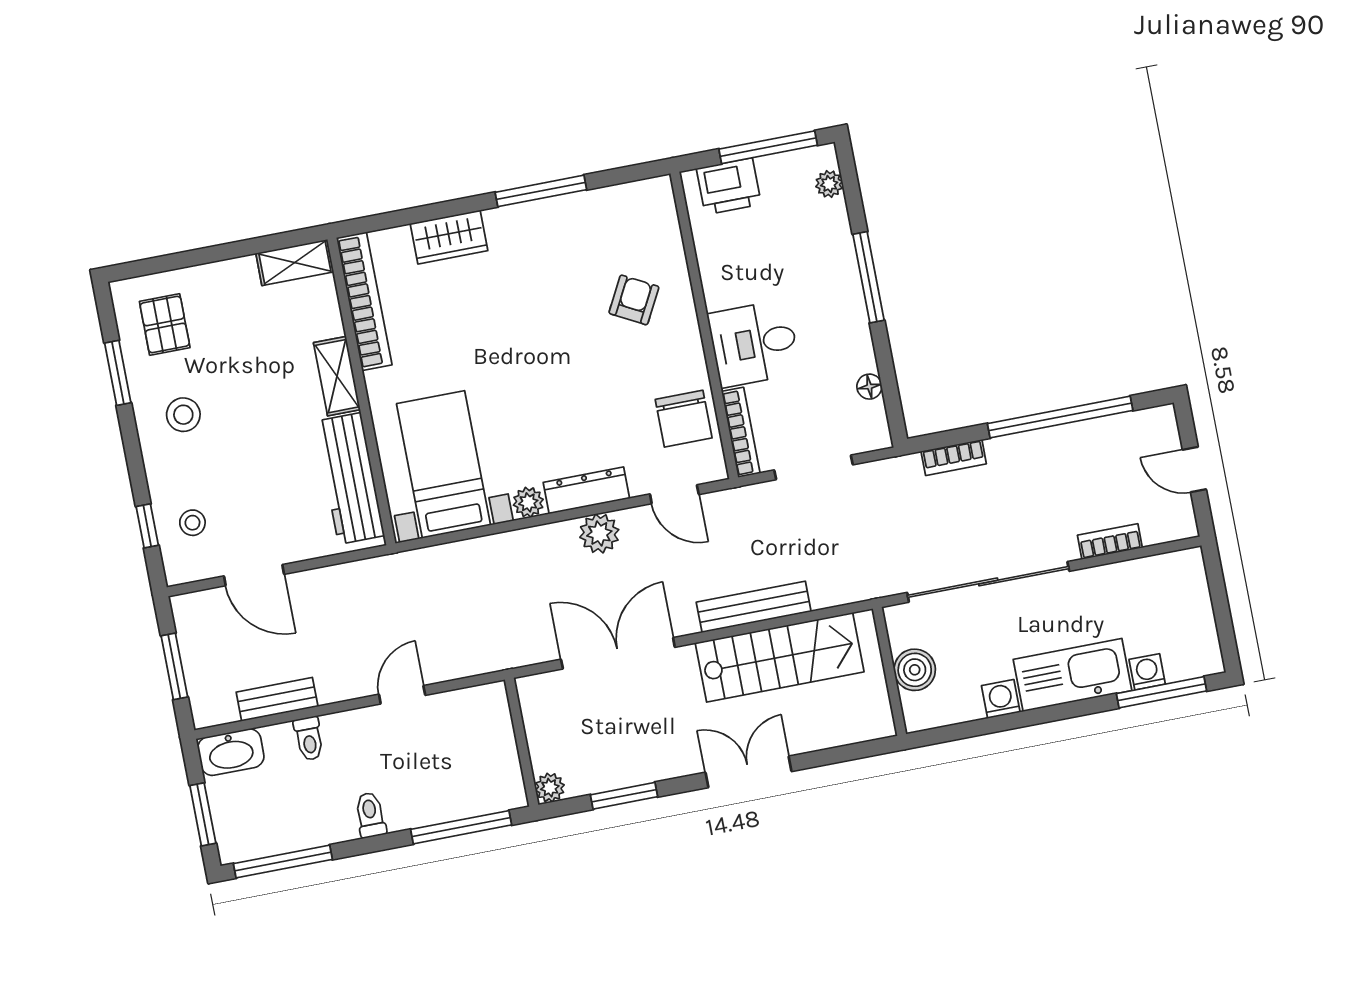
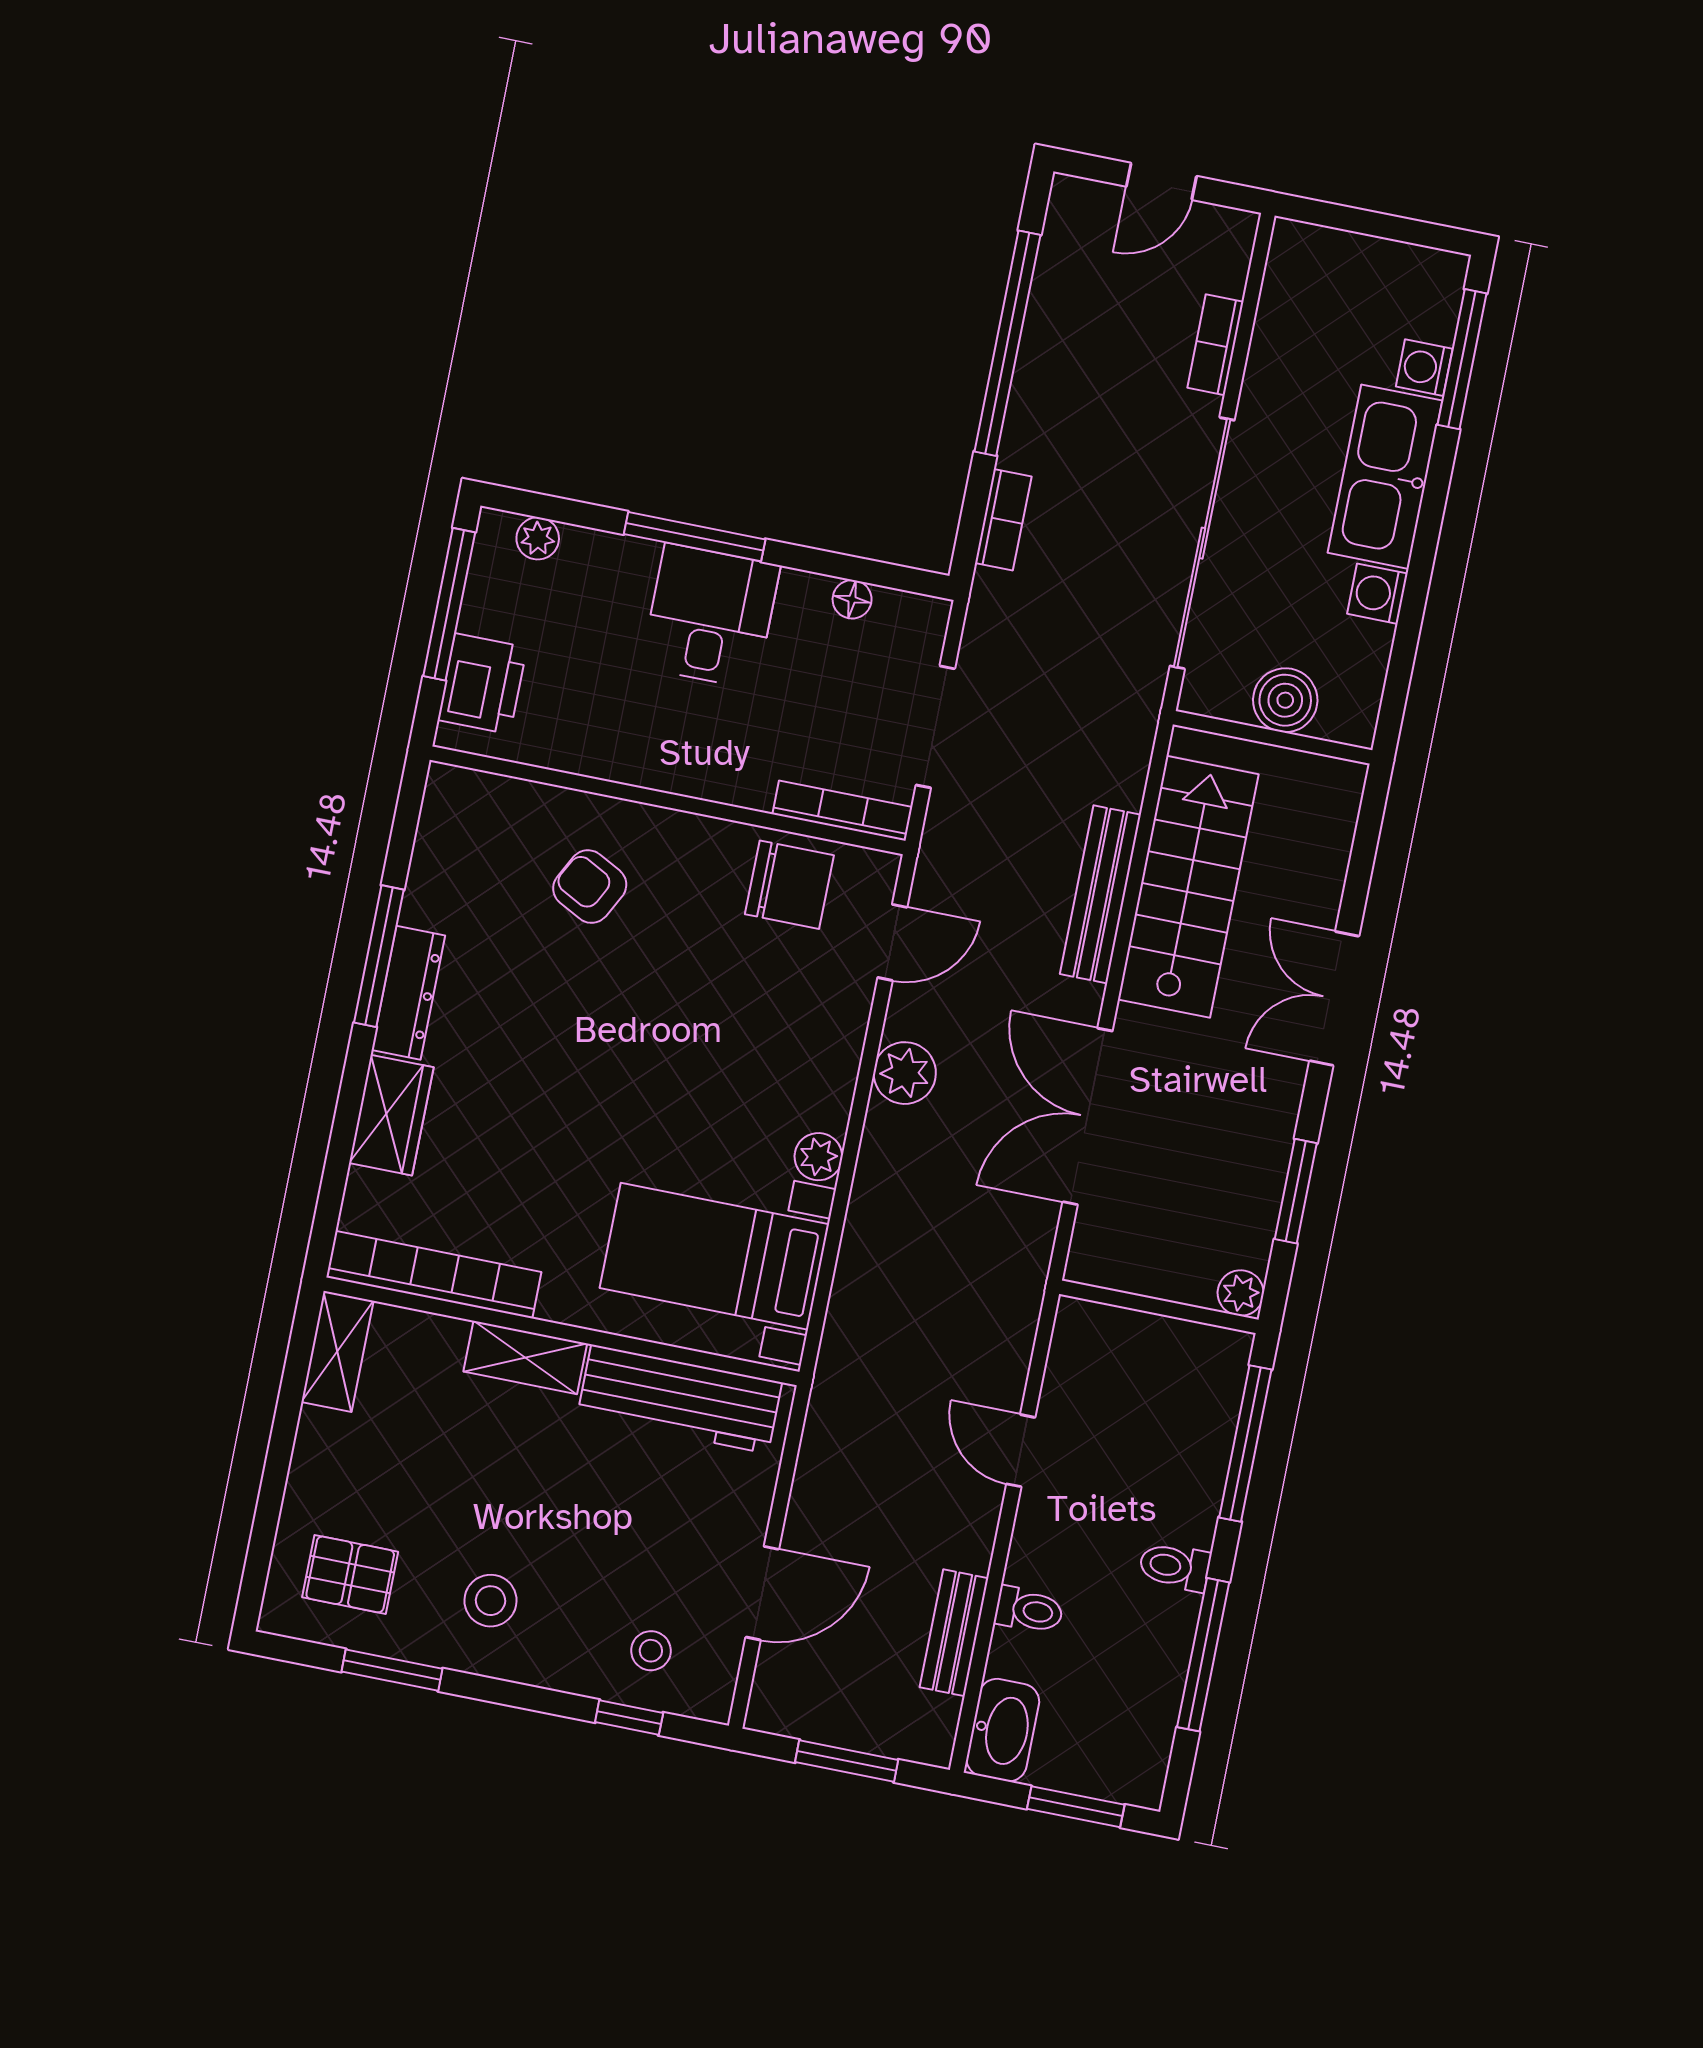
desk: (754, 343) -> (710, 616), moved, turned 180
dresser: (586, 490) -> (408, 993), moved, turned 180
window: (283, 861) -> (1203, 1655), moved

